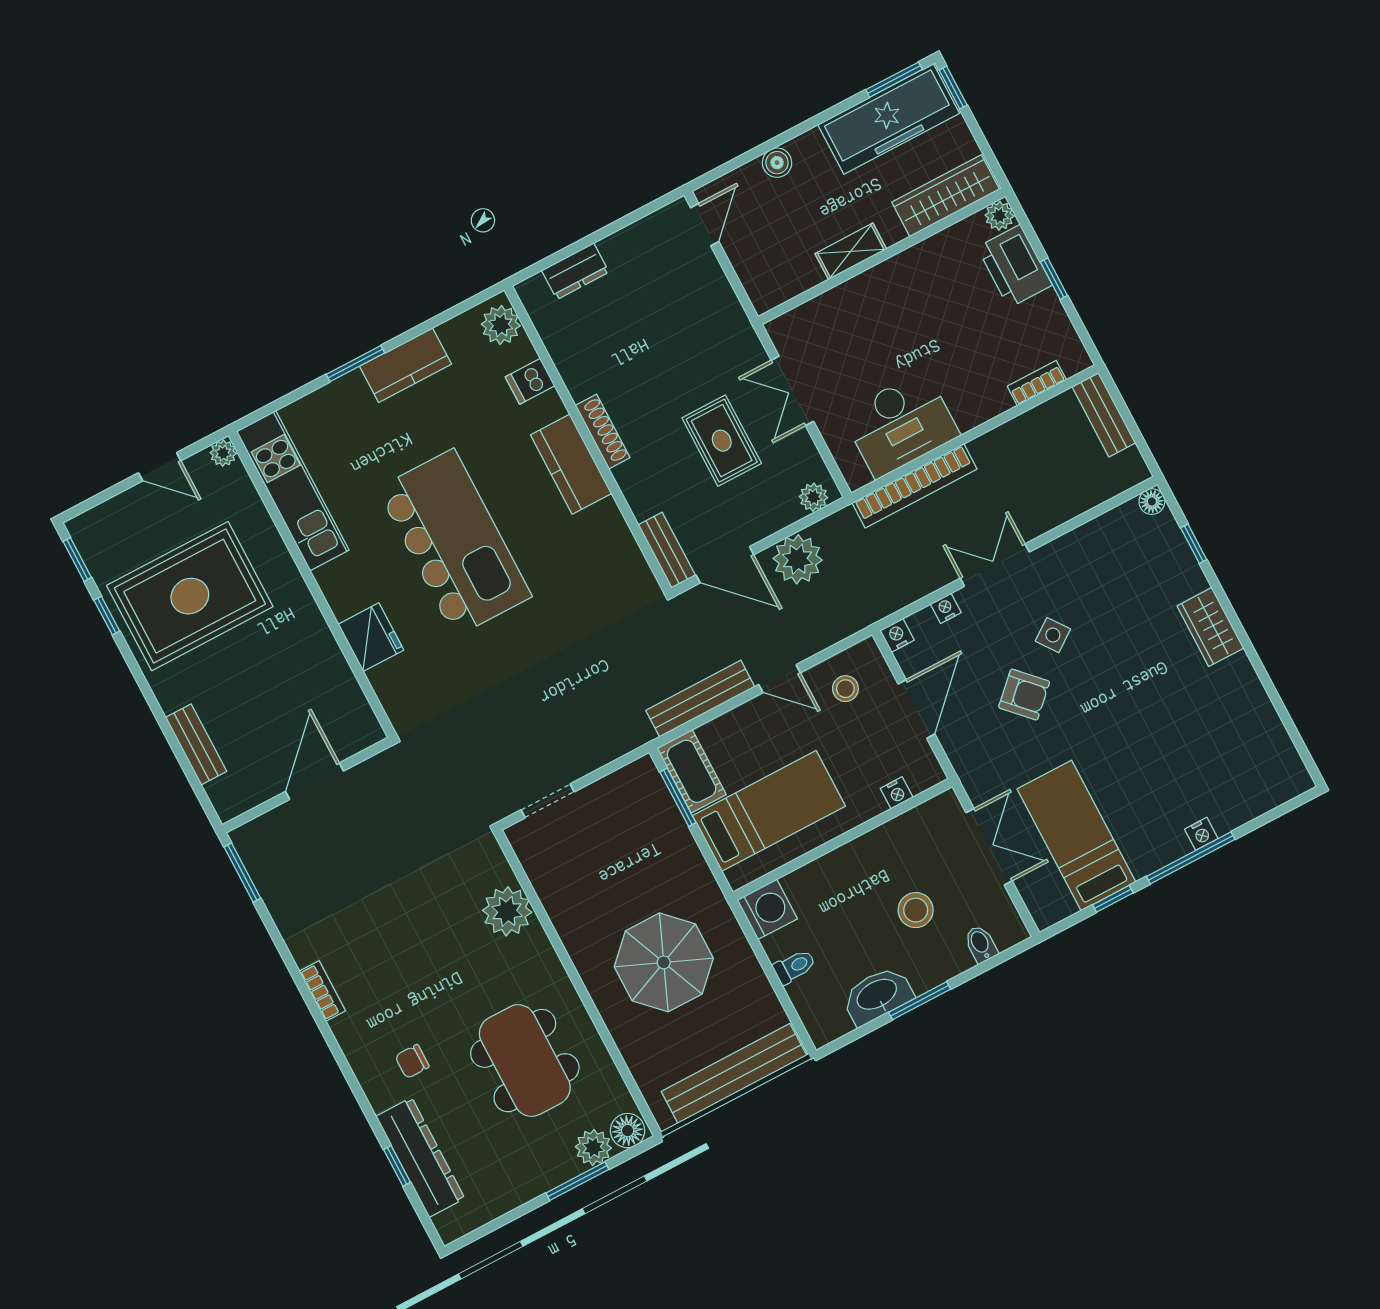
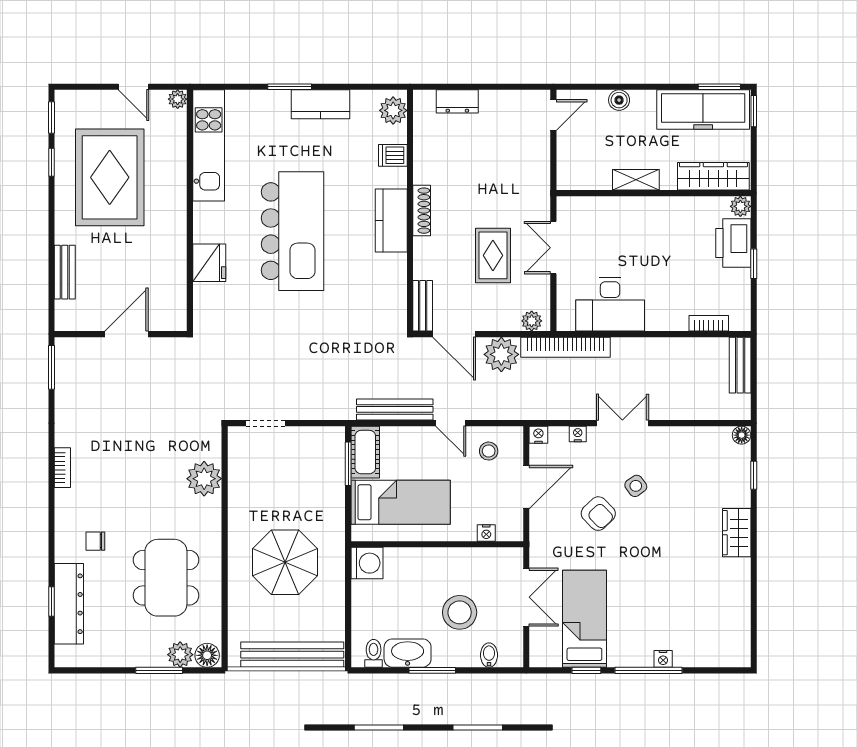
bookcase: (914, 486) -> (565, 347), moved
rug: (190, 596) -> (110, 177), turned 90
stool: (916, 910) -> (460, 612), width x1.38, depth x1.38
toilet: (794, 967) -> (374, 653), moved, turned -90

